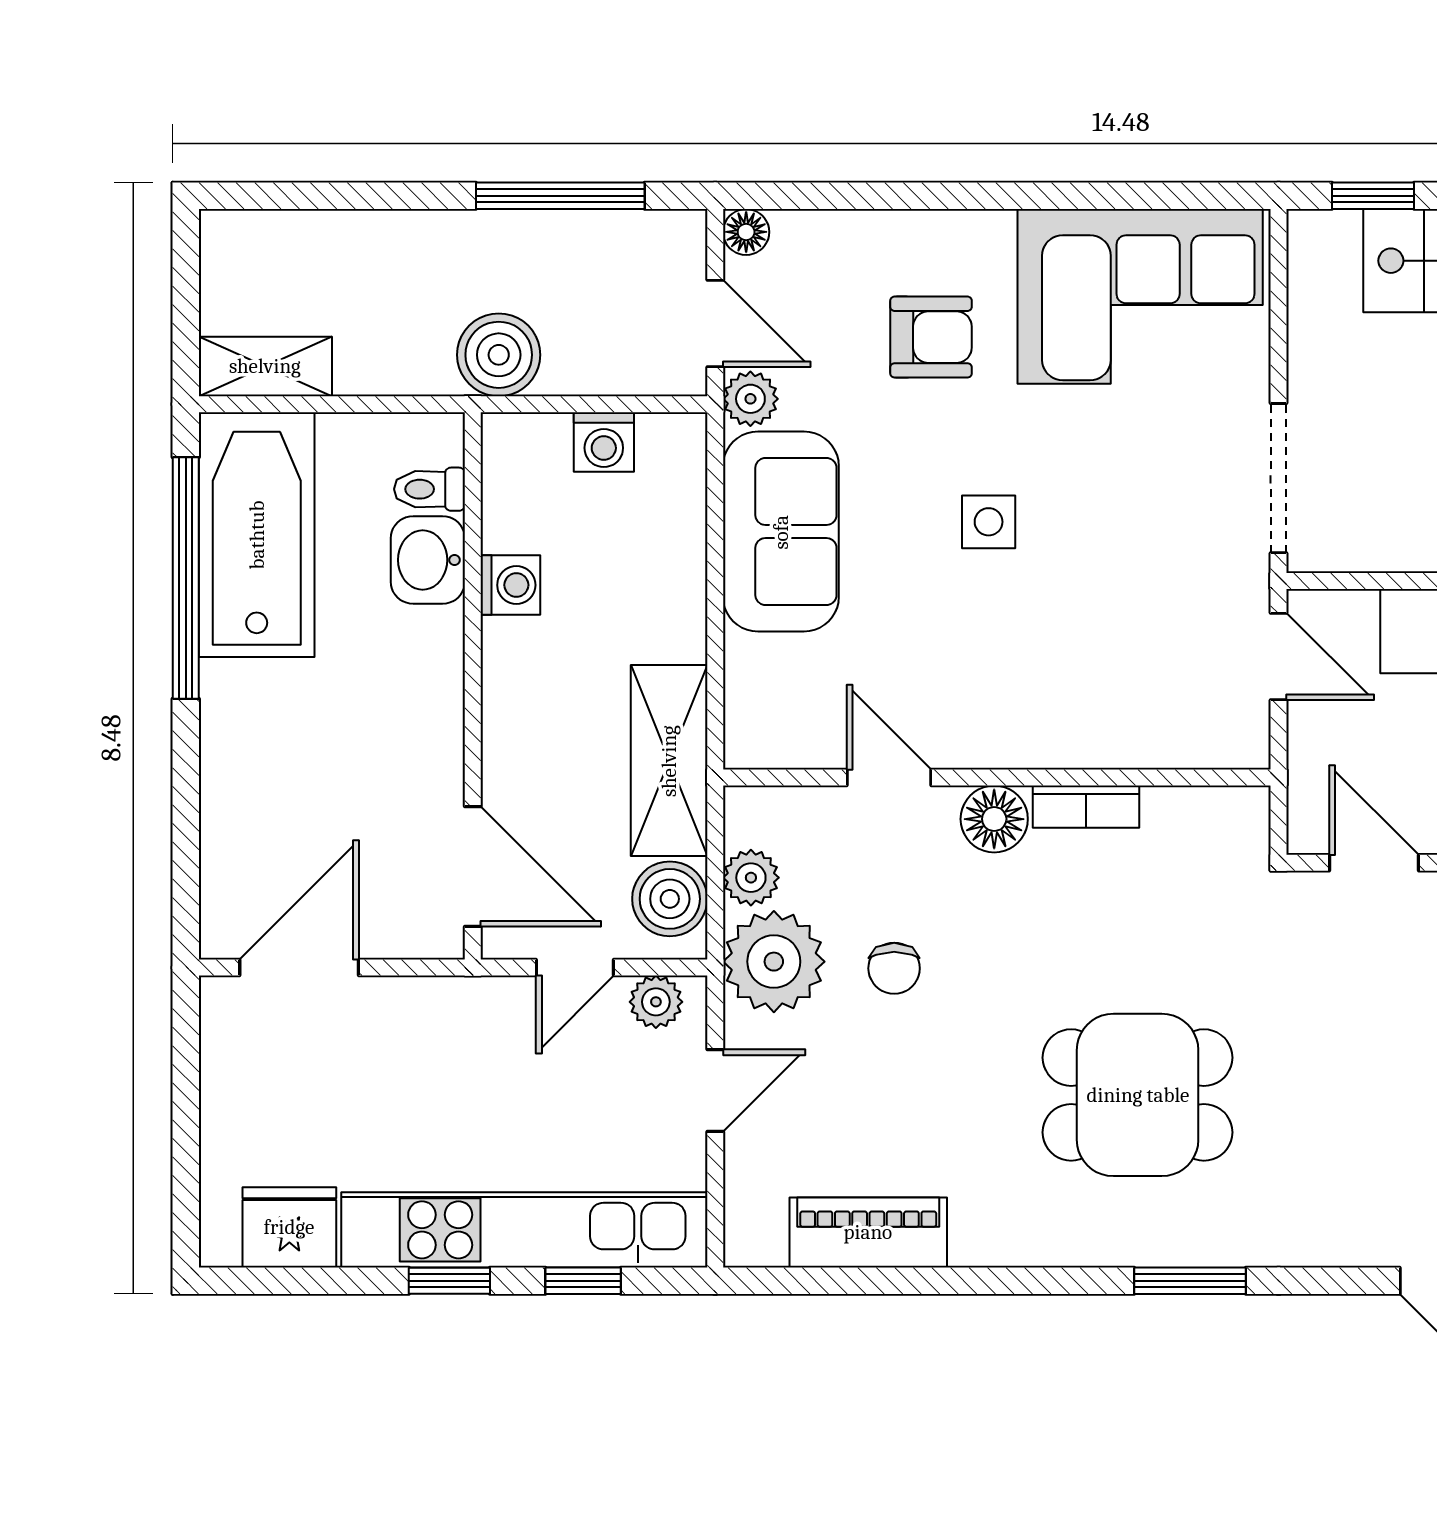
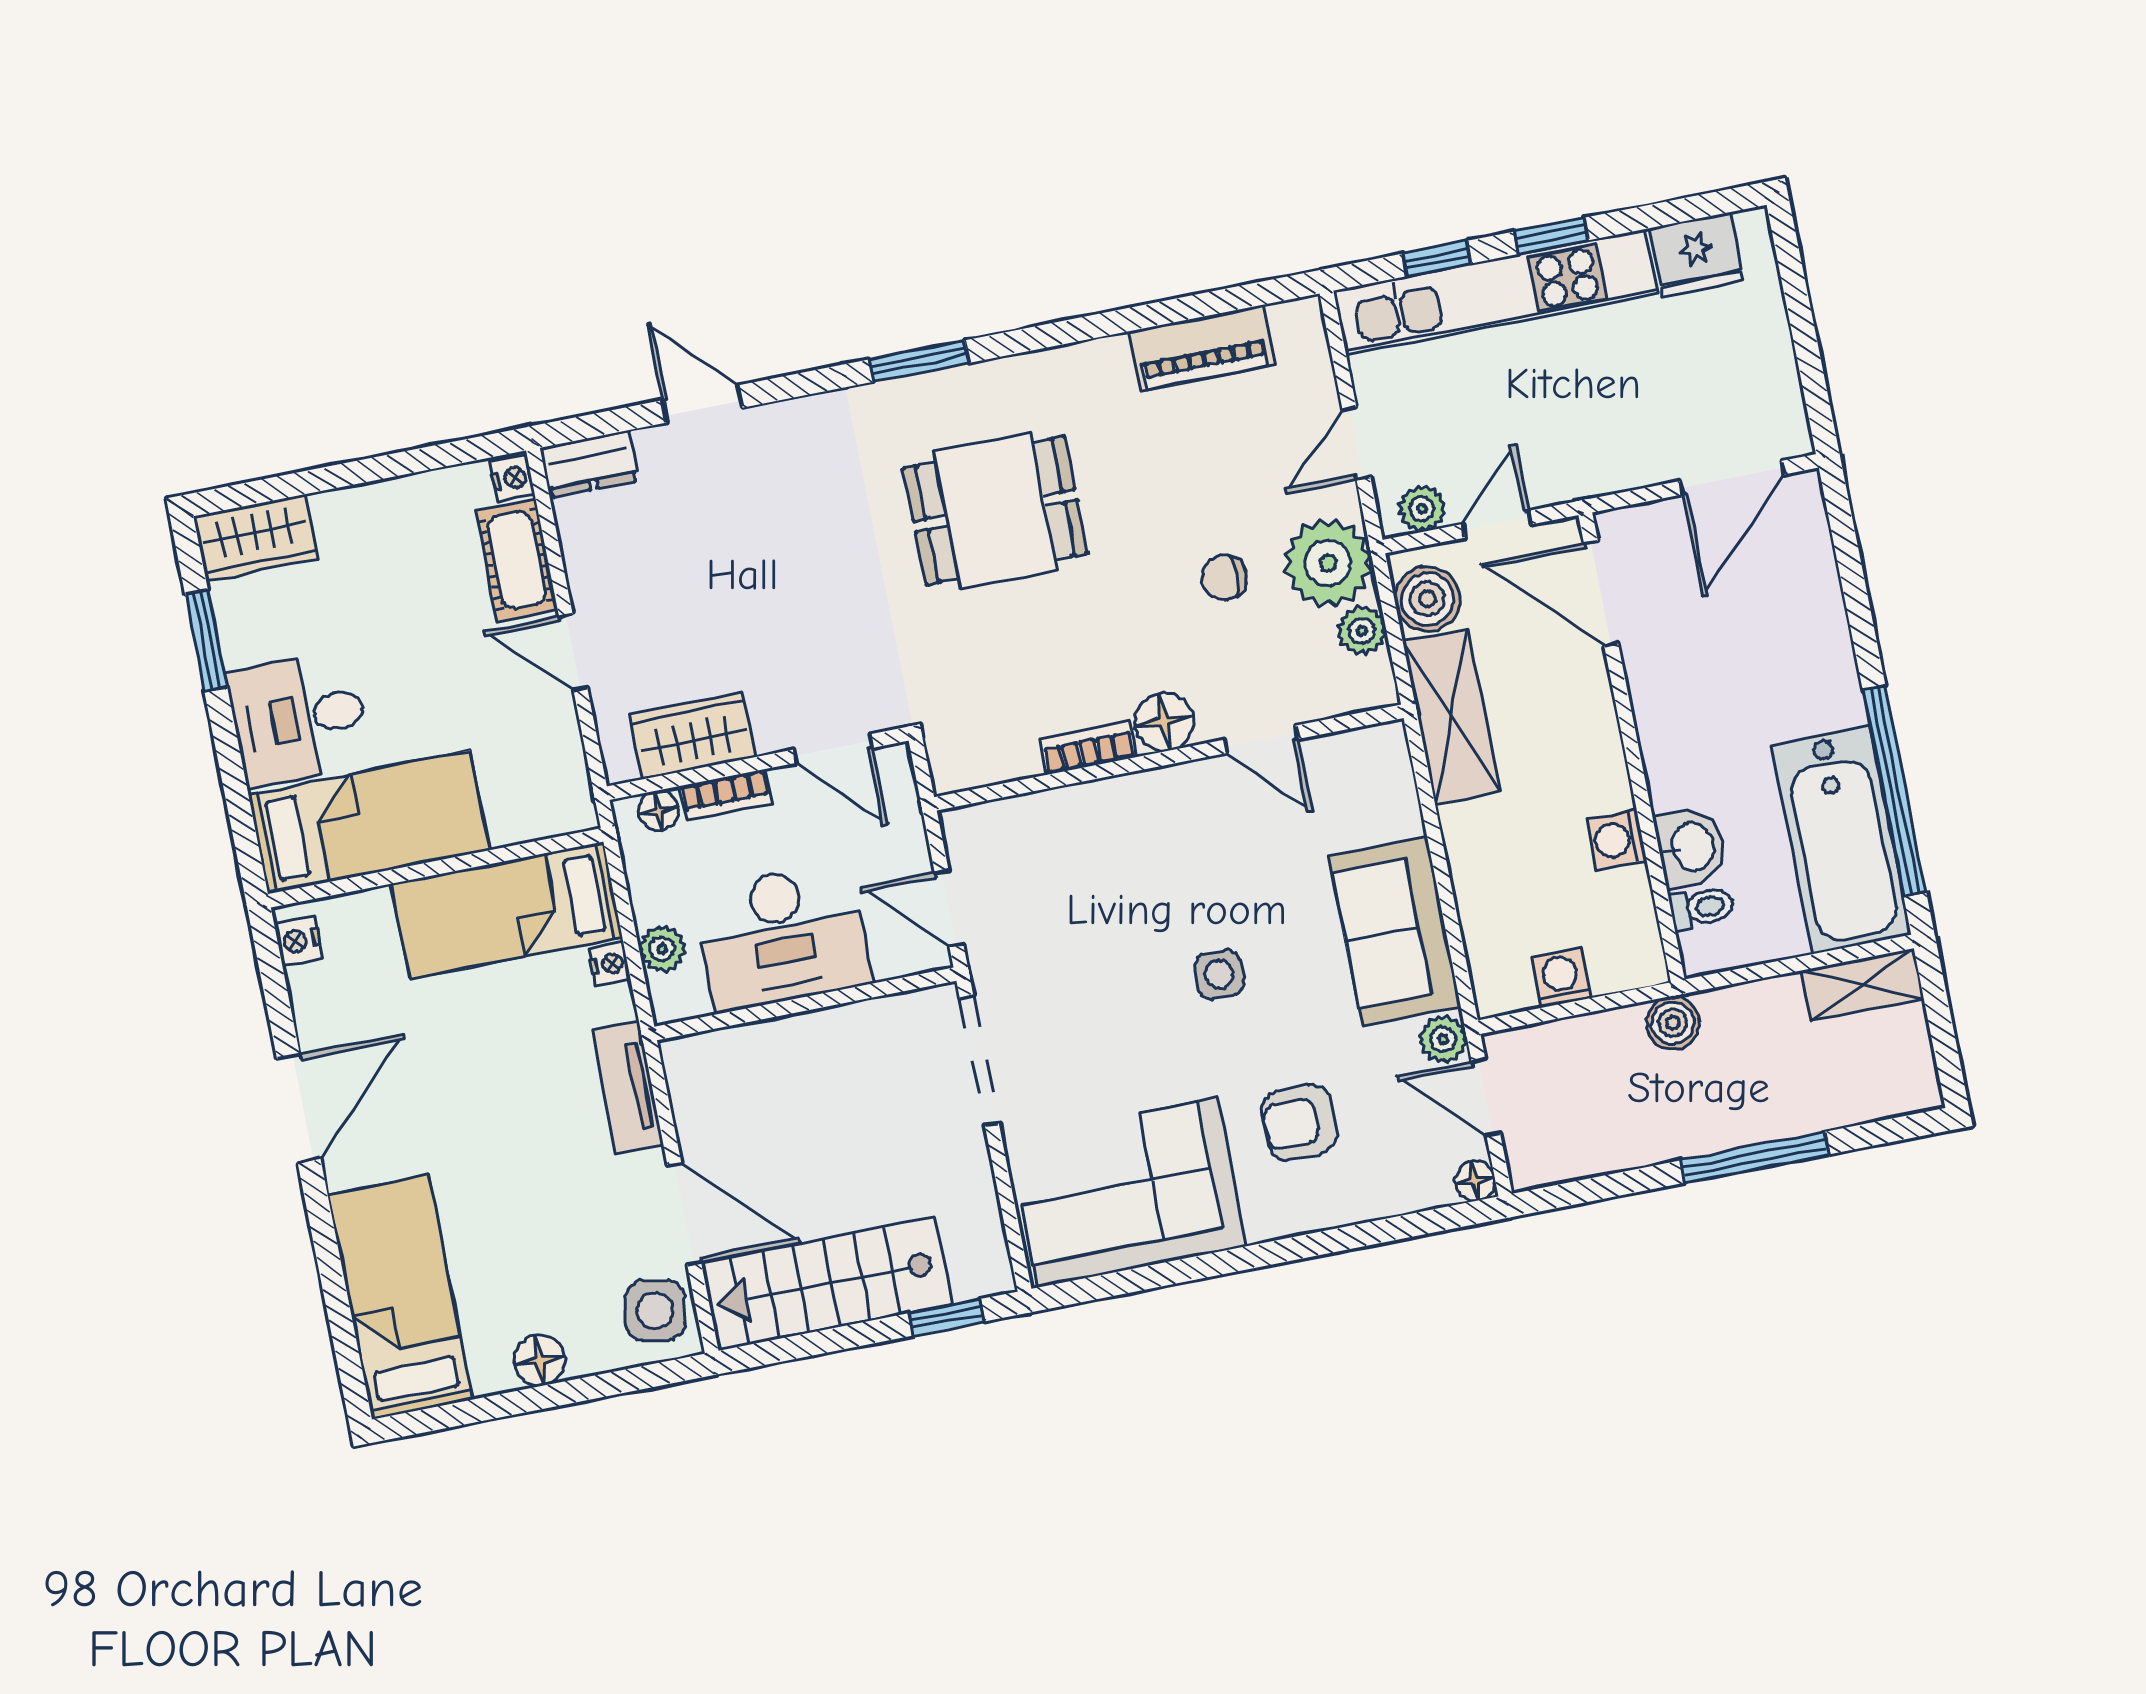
window: (560, 196) -> (1755, 1157), moved
boiler: (499, 355) -> (1673, 1023), width x0.73, depth x0.73
chair: (894, 968) -> (1224, 578), turned -90

